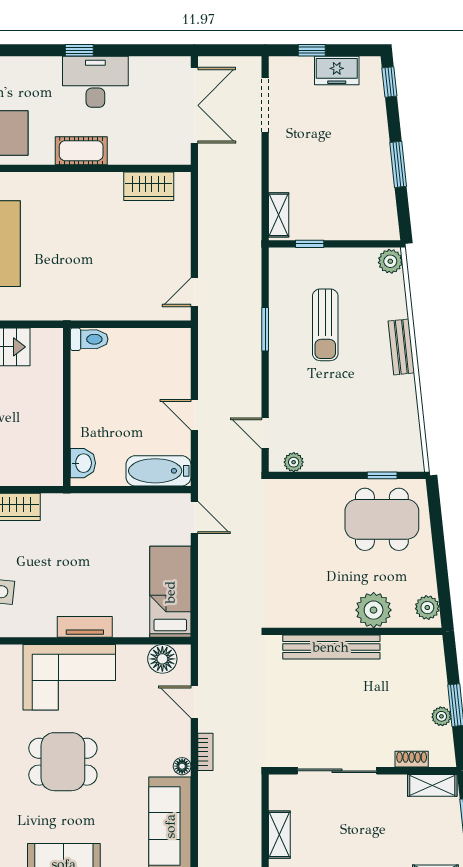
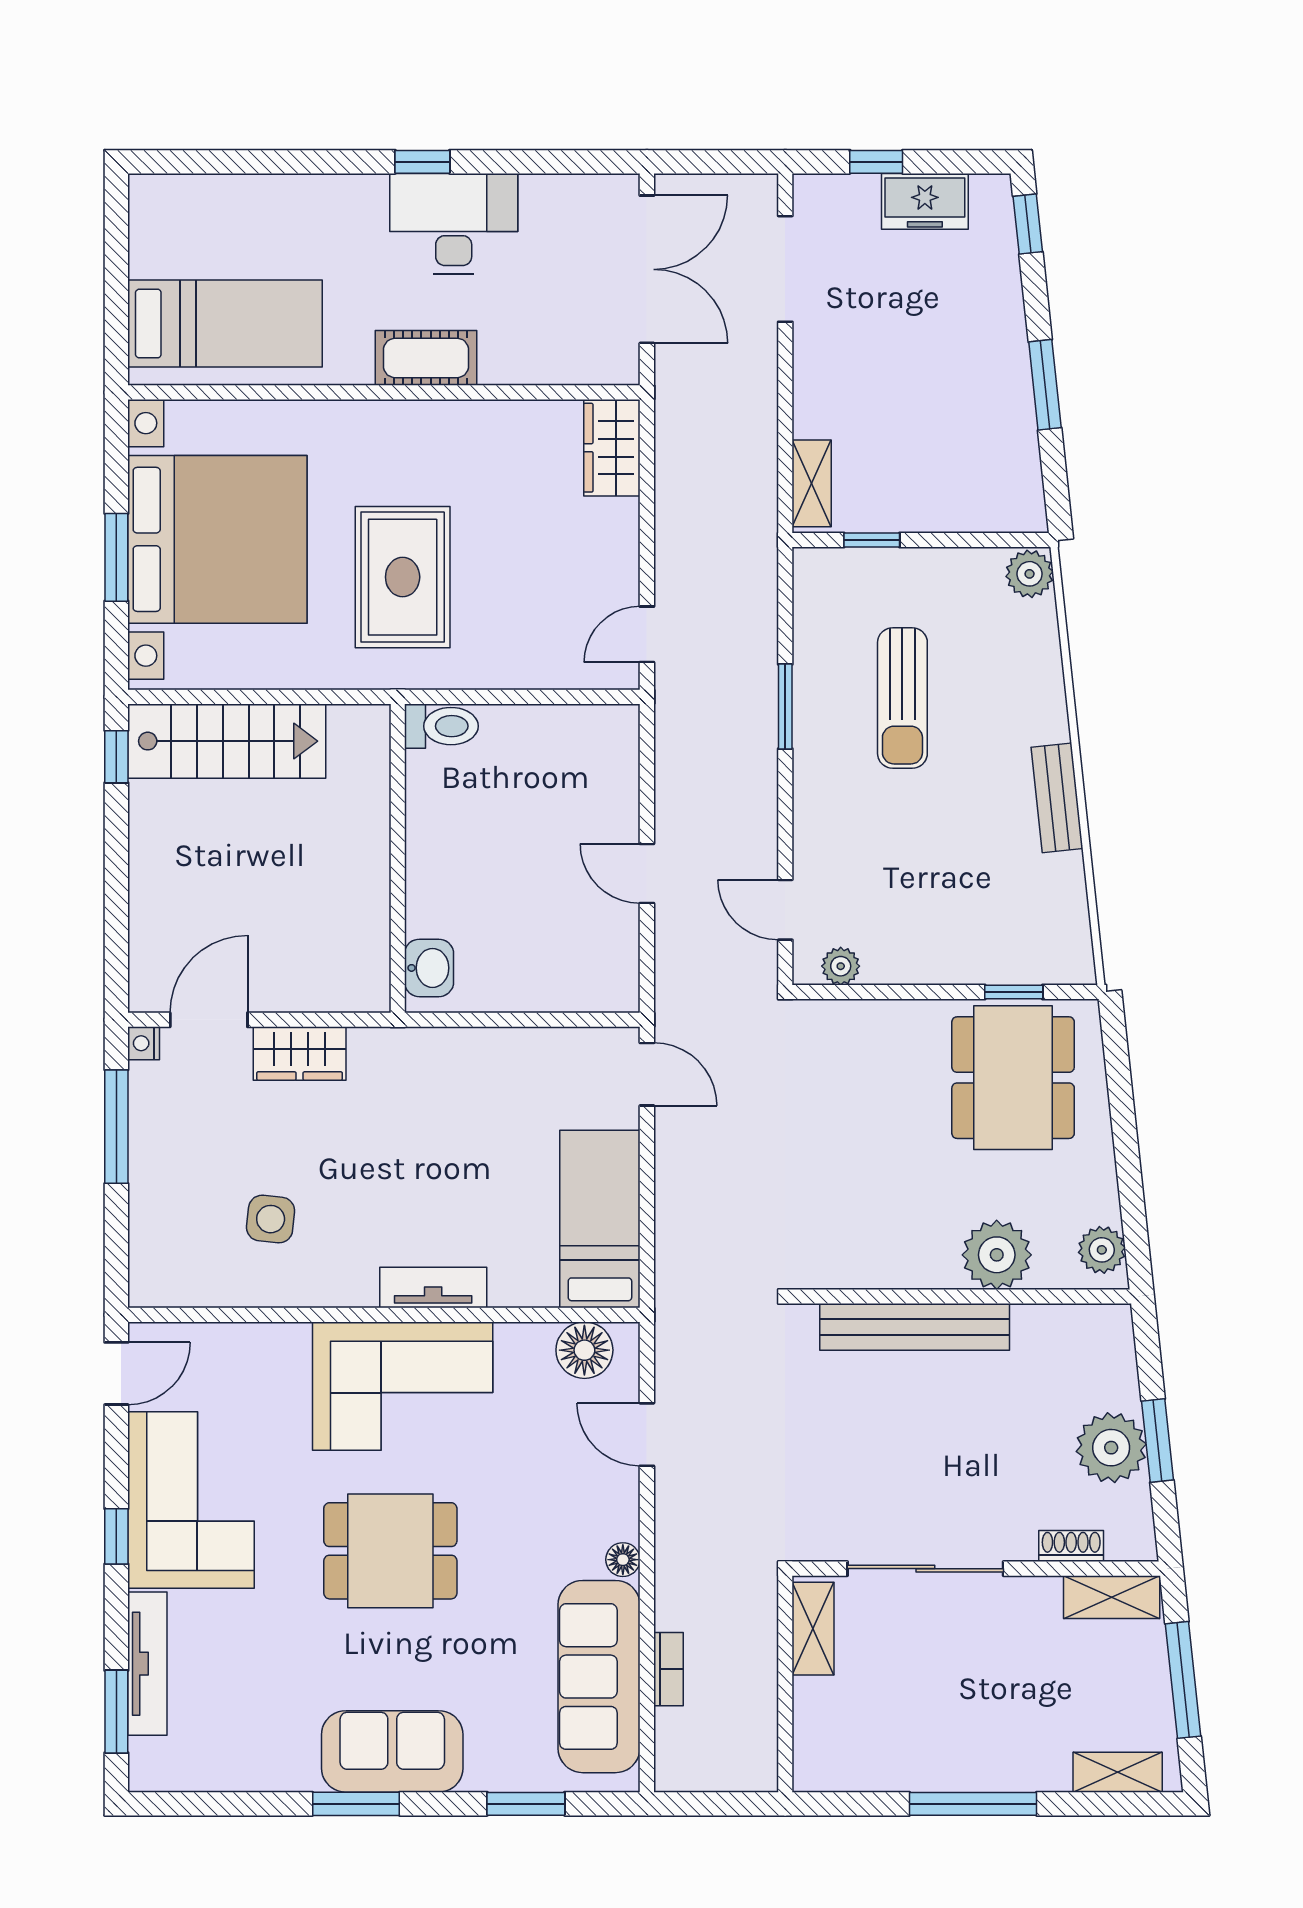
wardrobe: (149, 186) -> (612, 448), moved, turned 90
rug: (69, 263) -> (403, 577), added
bench: (401, 347) -> (1057, 798), moved
bathtub: (158, 471) -> (577, 983), removed
dining table: (382, 519) -> (1013, 1078), turned 90
plant: (441, 716) -> (1111, 1448), width x1.88, depth x1.88
bookcase: (205, 752) -> (668, 1669), moved
shelving: (279, 835) -> (813, 1629), moved

